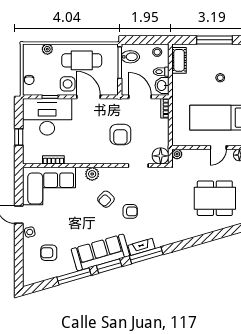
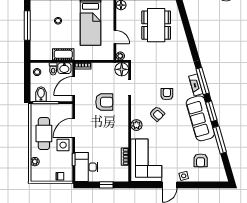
cot: (179, 60) -> (63, 54), moved
desk: (47, 117) -> (86, 167), width x0.73, depth x0.77
door: (218, 148) -> (115, 37), moved

